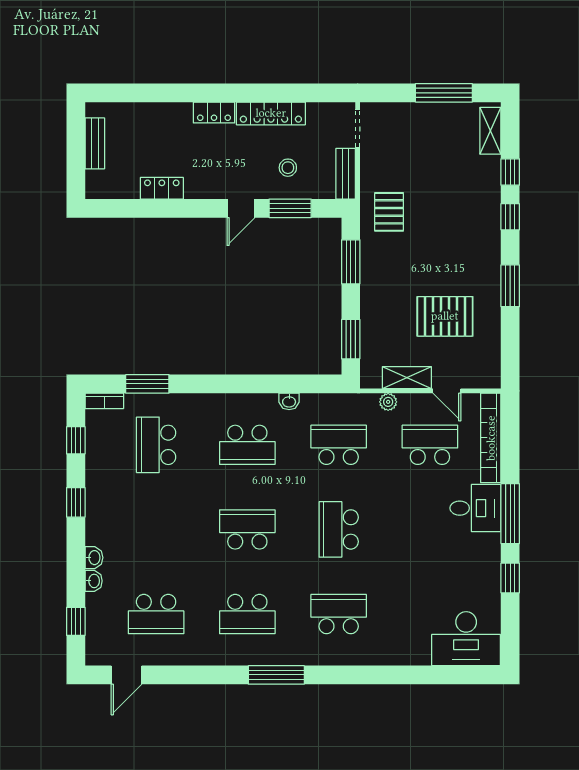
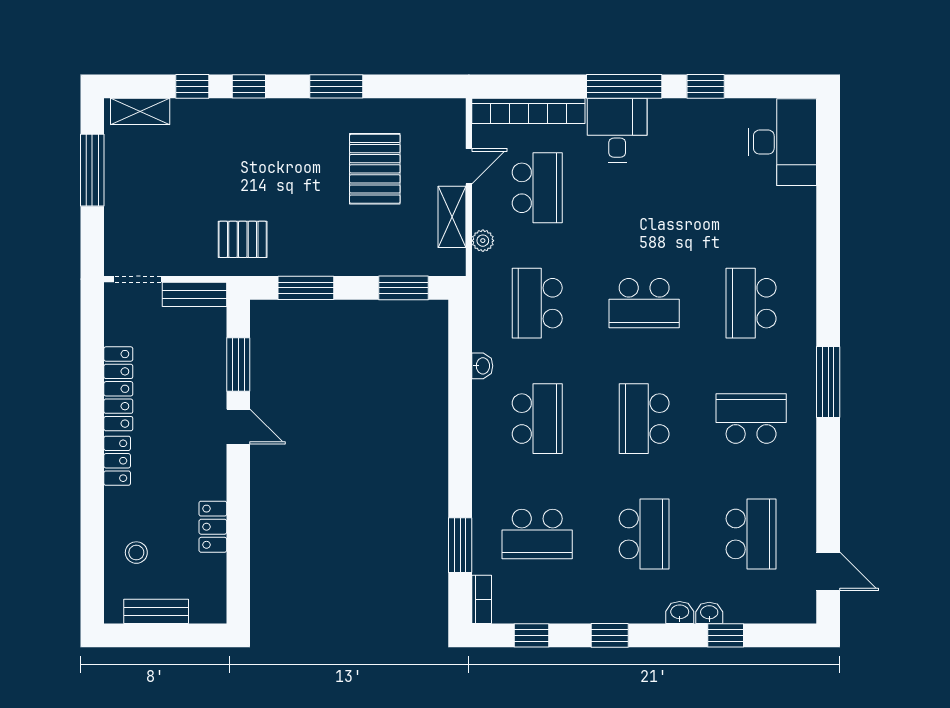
stool: (288, 168) -> (136, 553), moved
school desk: (430, 445) -> (537, 188), turned 180
school desk: (156, 529) -> (644, 534), added
school desk: (247, 614) -> (751, 419), turned -90
window: (76, 621) -> (726, 635), moved

